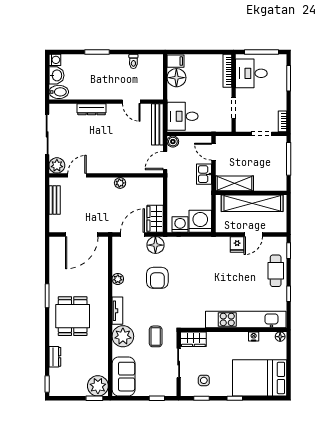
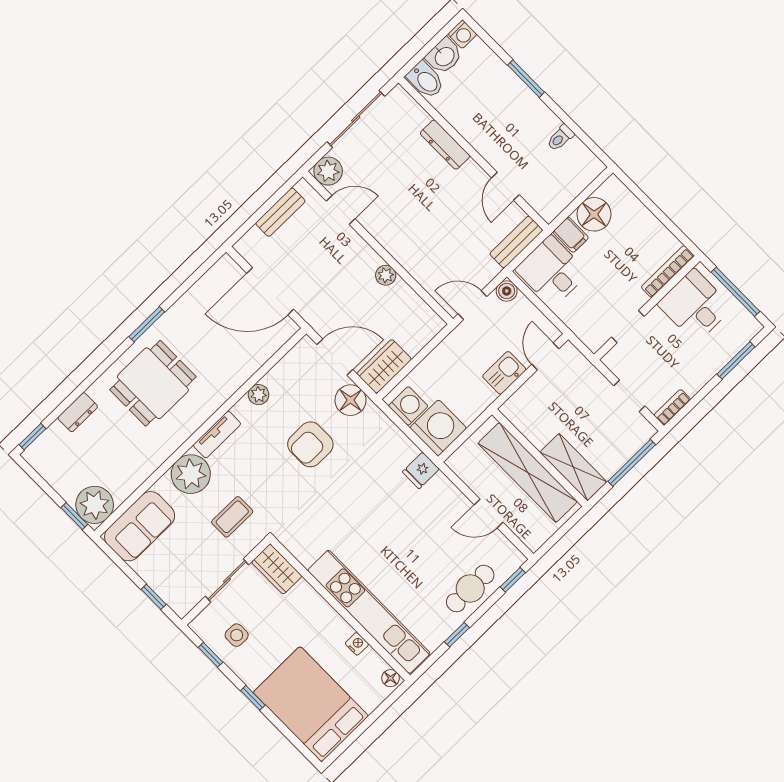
filing cabinet: (175, 61) -> (571, 235), moved
bench: (157, 124) -> (516, 242), width x0.73
shelving: (234, 183) -> (573, 467), moved
fridge: (237, 244) -> (421, 470), moved

